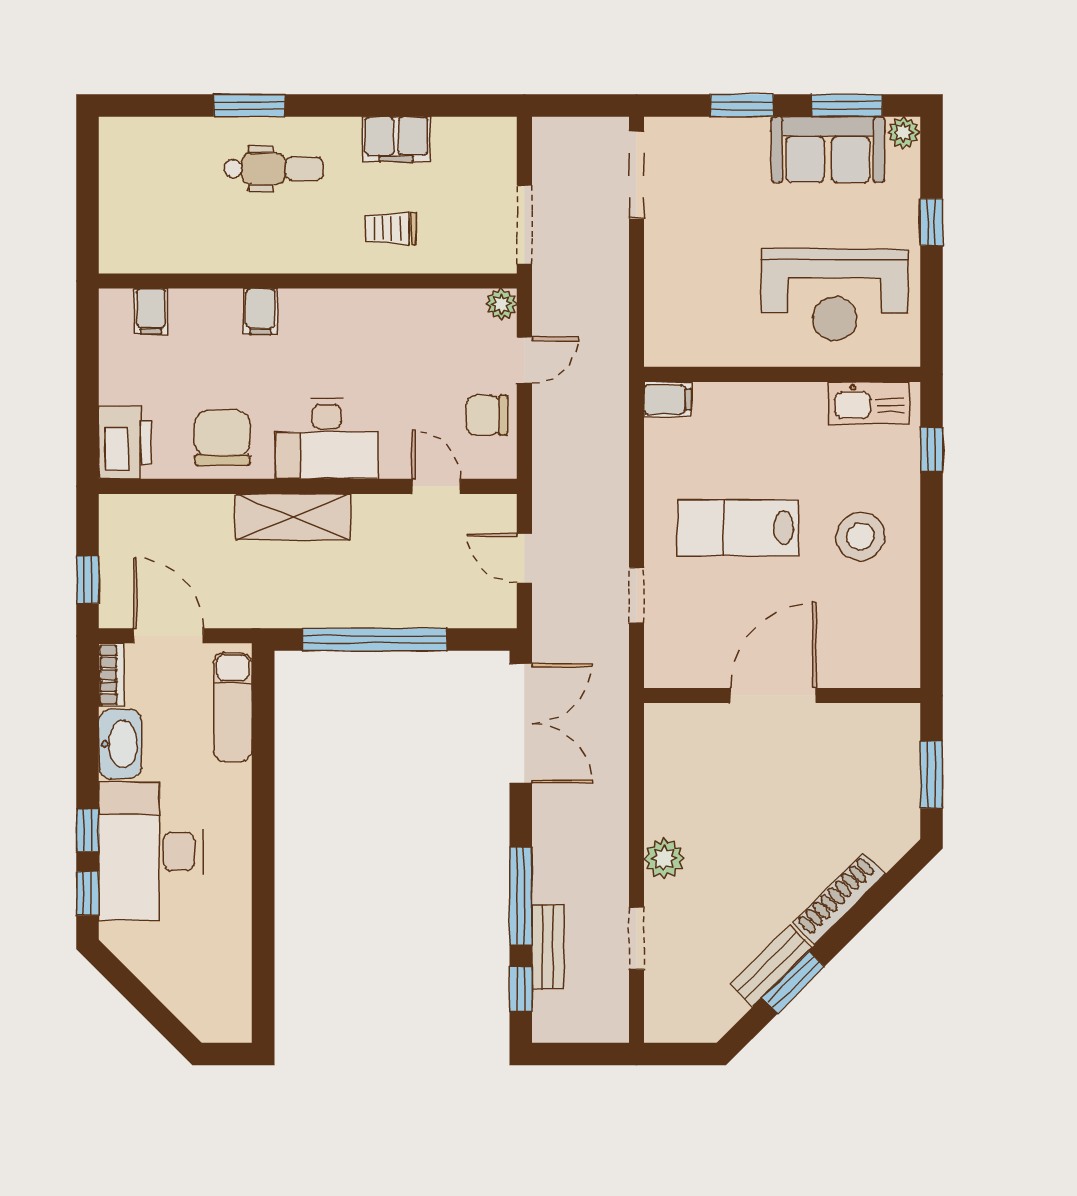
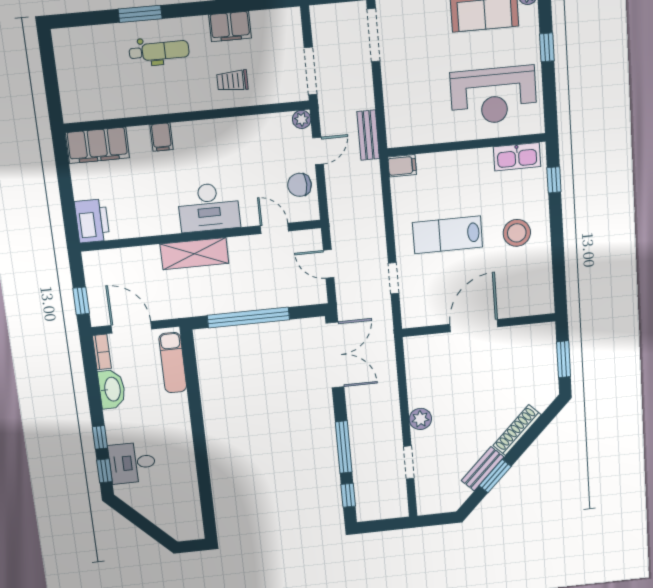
filing cabinet: (151, 311) -> (97, 145), width x3.00, depth x1.17
chair: (222, 438) -> (148, 213), removed
desk: (151, 851) -> (132, 463), width x0.53, depth x0.77
bench: (548, 947) -> (368, 135), moved

